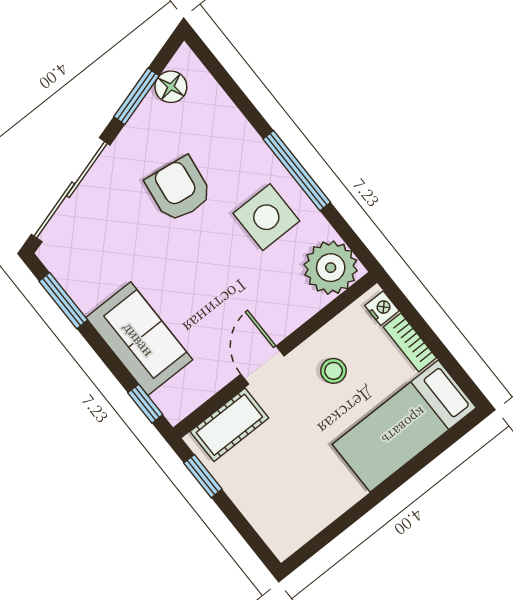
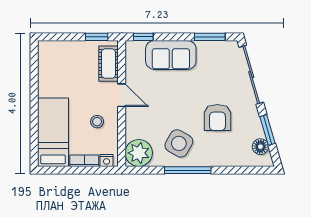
armchair: (179, 189) -> (217, 118), turned 82
side table: (266, 217) -> (179, 143), turned 30

